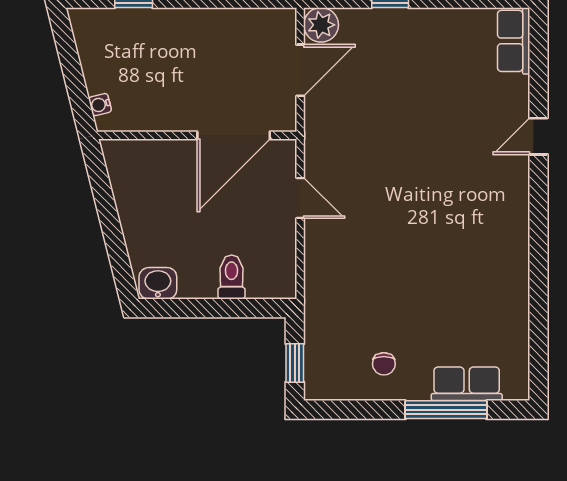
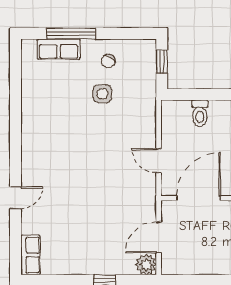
side table: (394, 309) -> (102, 94), added
chair: (384, 364) -> (108, 61), turned -152

